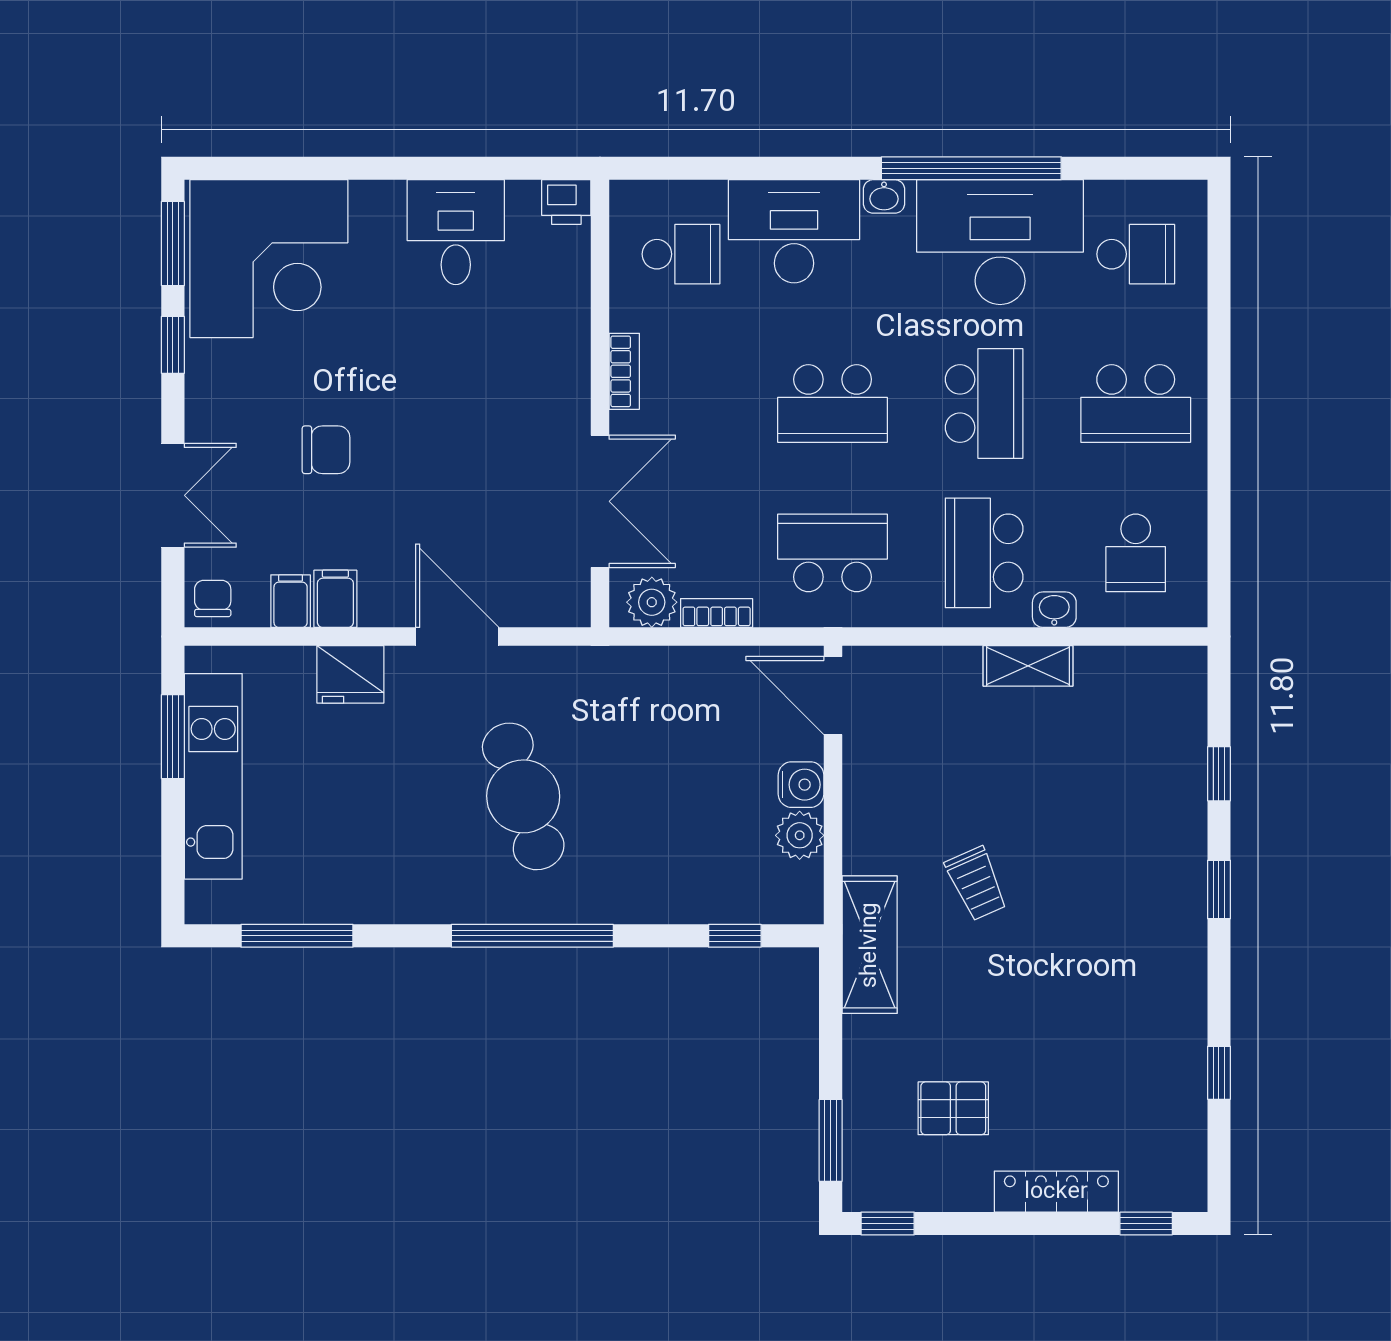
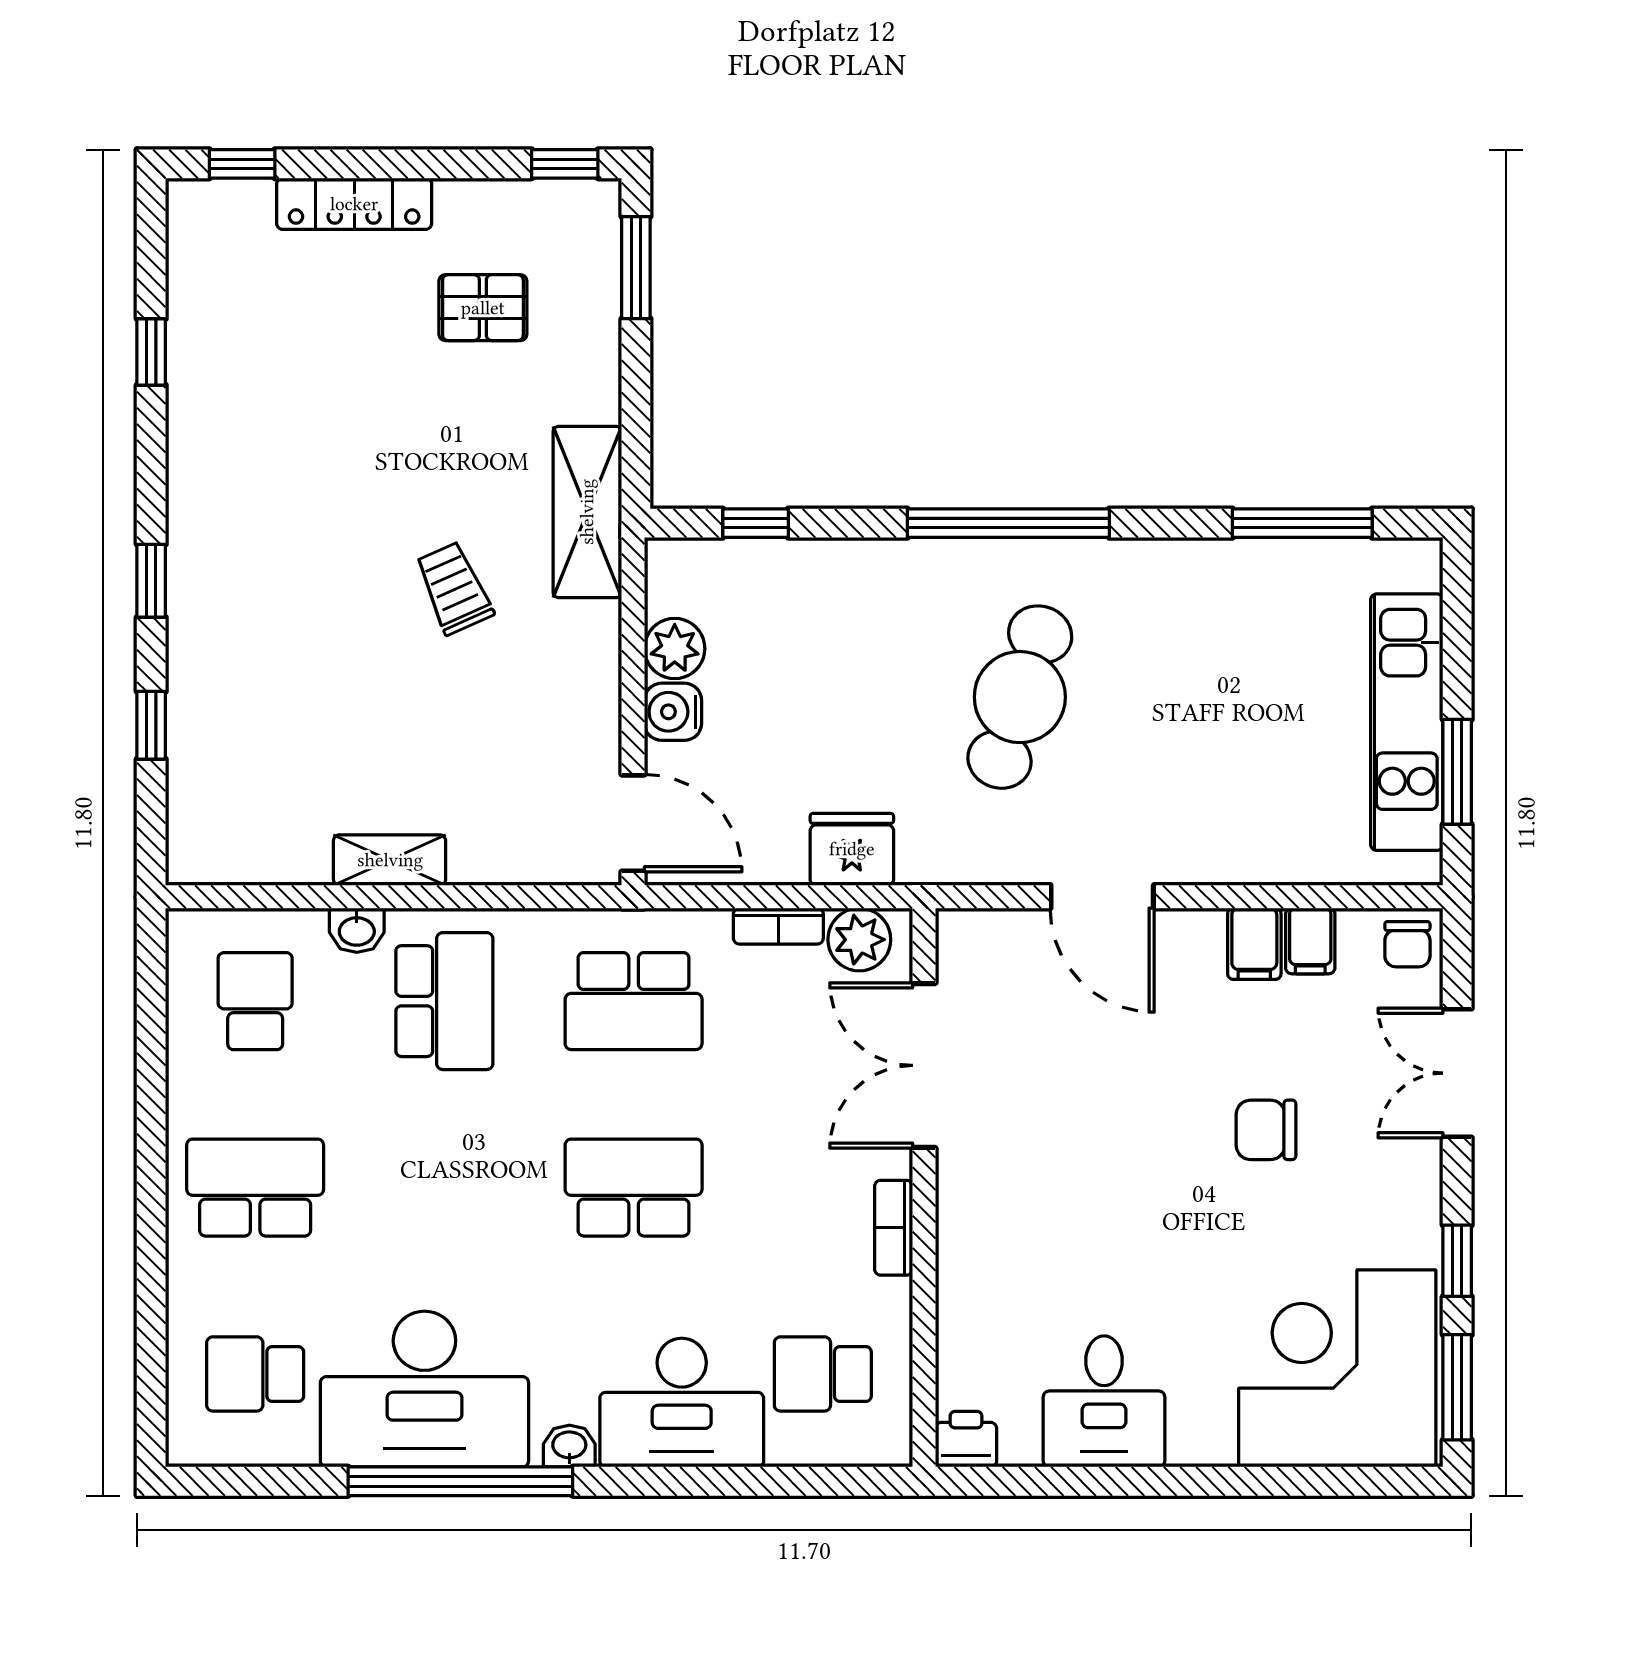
school desk: (984, 404) -> (444, 1188), removed
fridge: (350, 674) -> (852, 849), moved
cafe table: (523, 796) -> (1020, 697), turned 35

